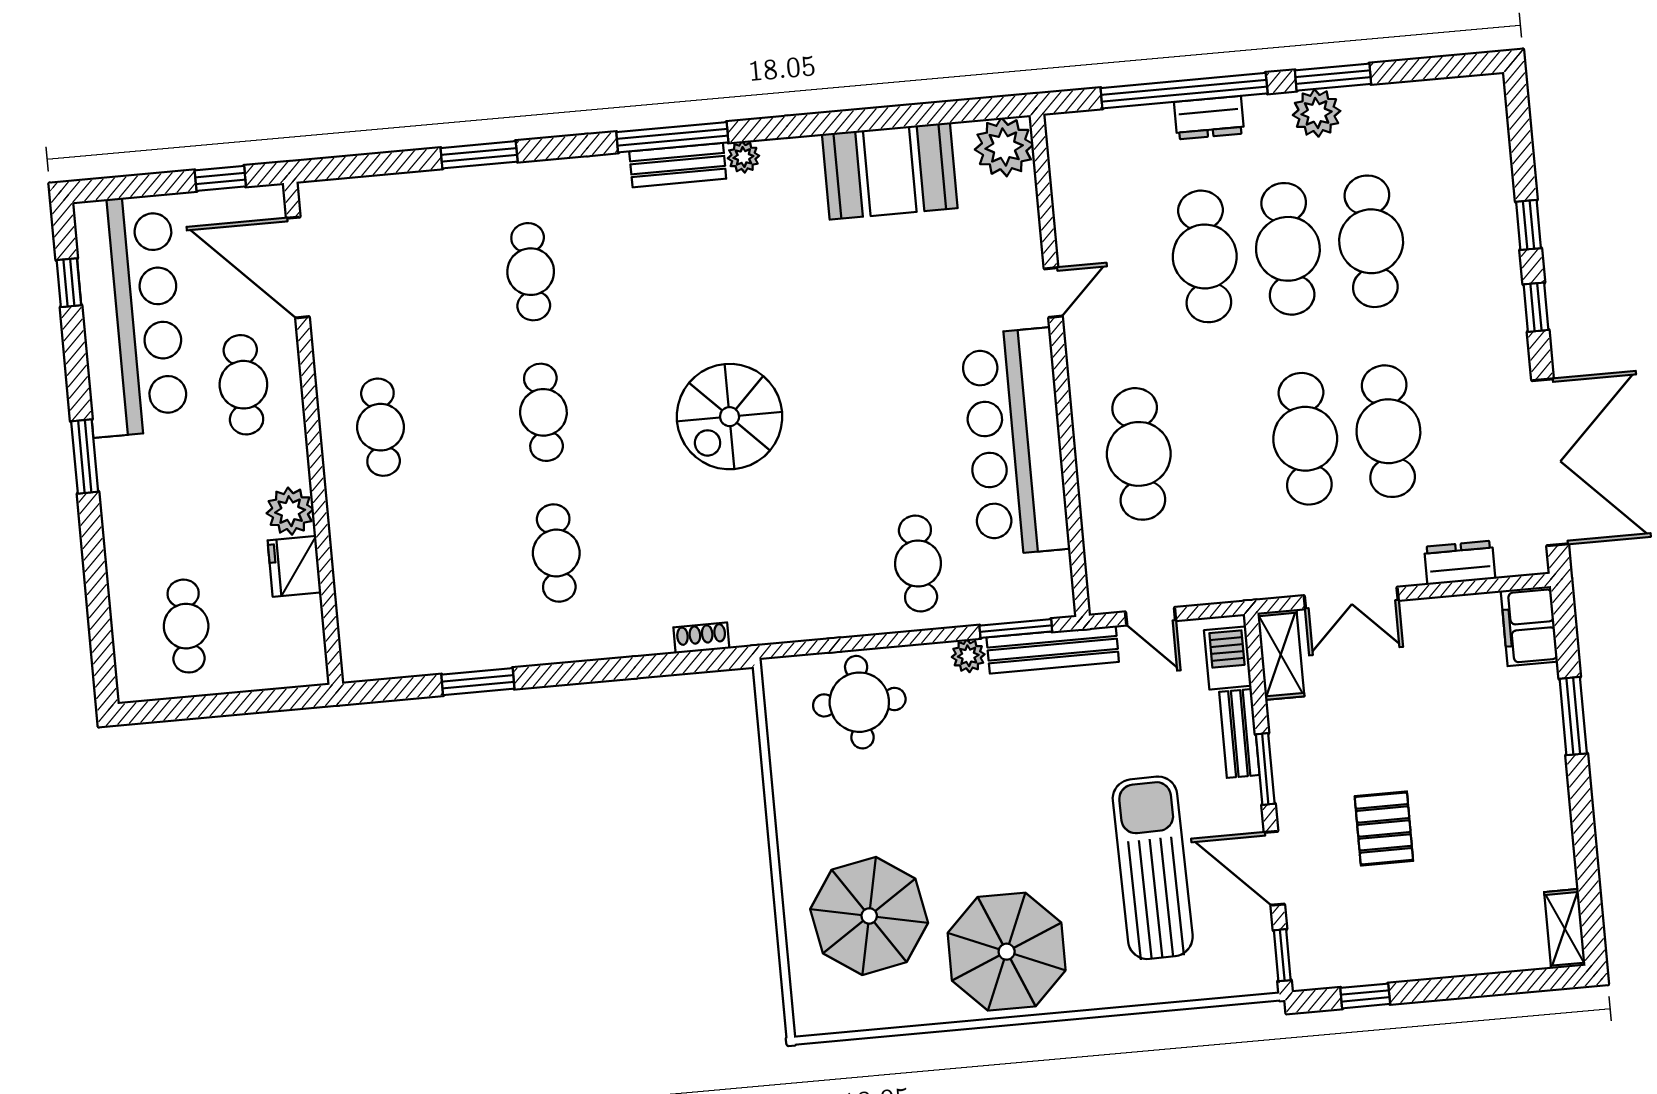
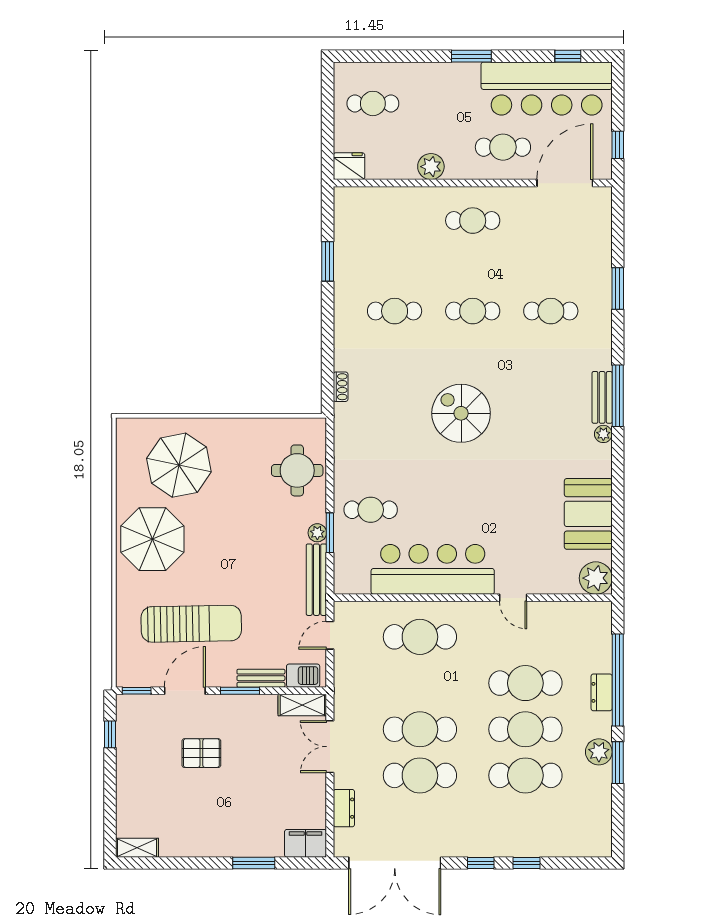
fridge: (294, 566) -> (349, 166), moved
window: (1016, 629) -> (330, 533), moved

